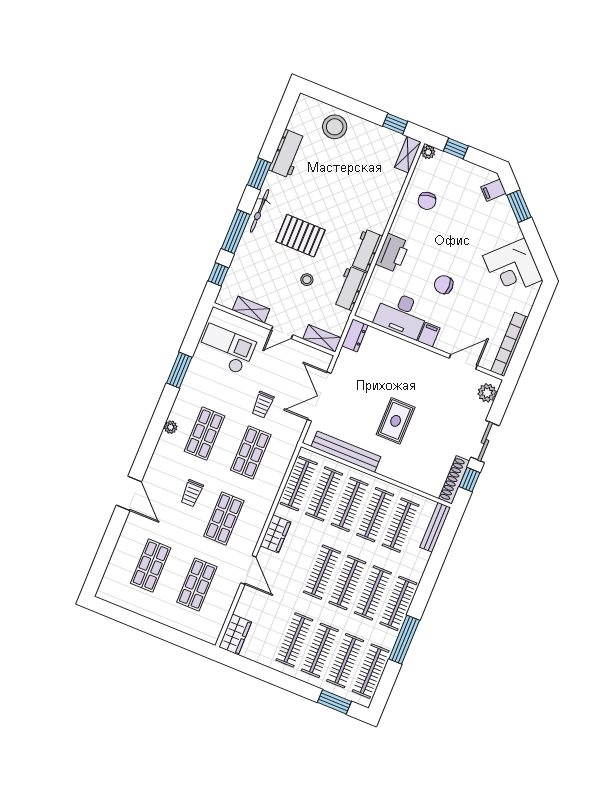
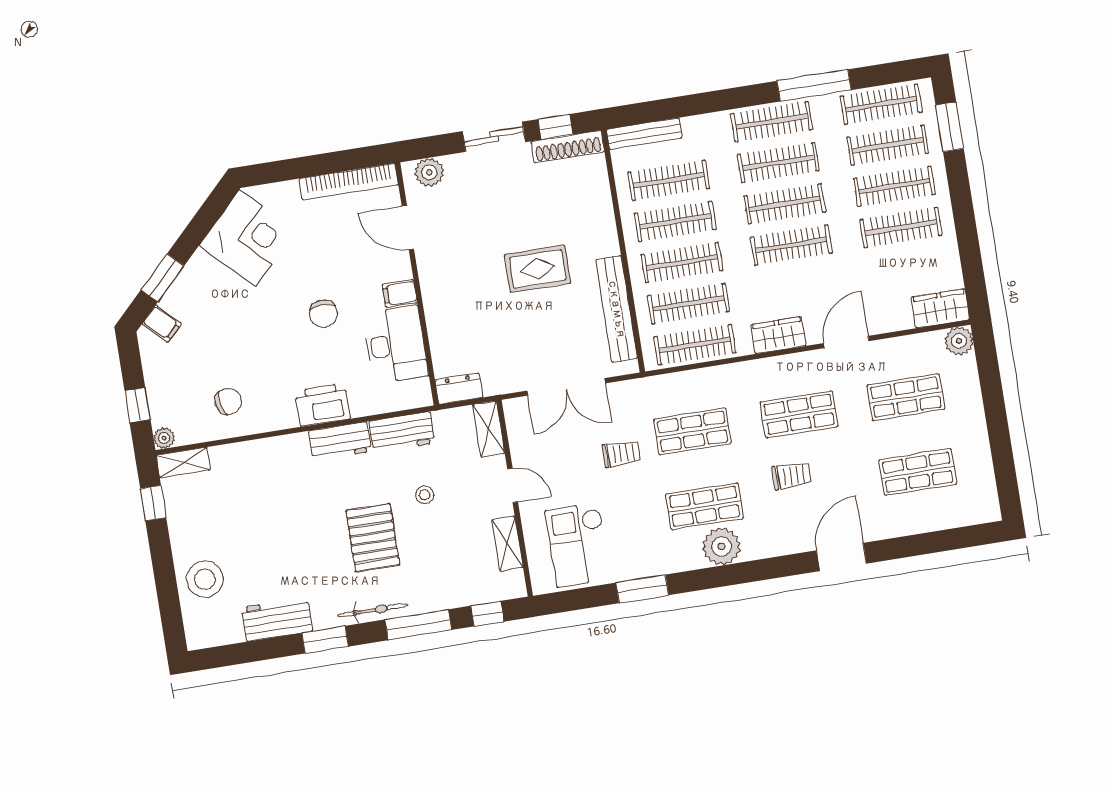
plant: (171, 427) -> (721, 546), width x1.87, depth x1.87
plant: (210, 634) -> (959, 341), added

